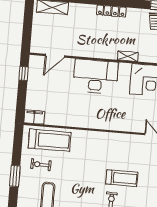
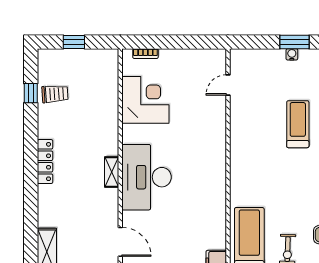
shelving: (128, 56) -> (112, 172), moved

